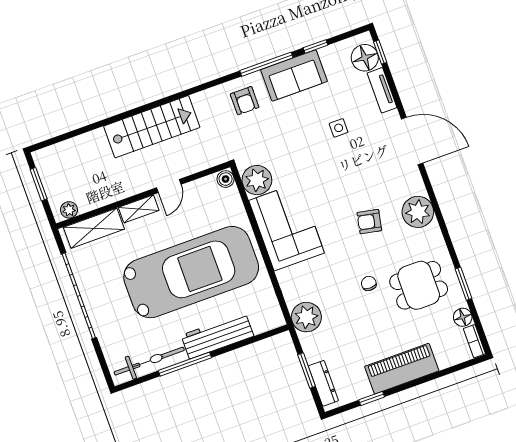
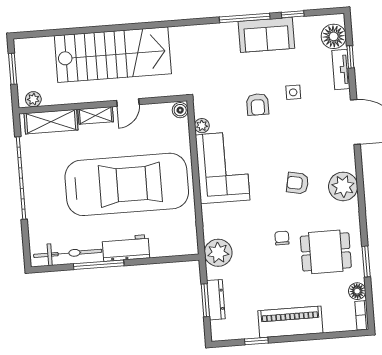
window: (380, 52) -> (350, 57), moved
armchair: (245, 101) -> (258, 104), moved
stairs: (152, 127) -> (113, 55), width x1.36, depth x1.51
plant: (257, 180) -> (202, 126), width x0.53, depth x0.53
workbench: (217, 336) -> (126, 248), width x0.73
dresser: (323, 383) -> (216, 300), moved

